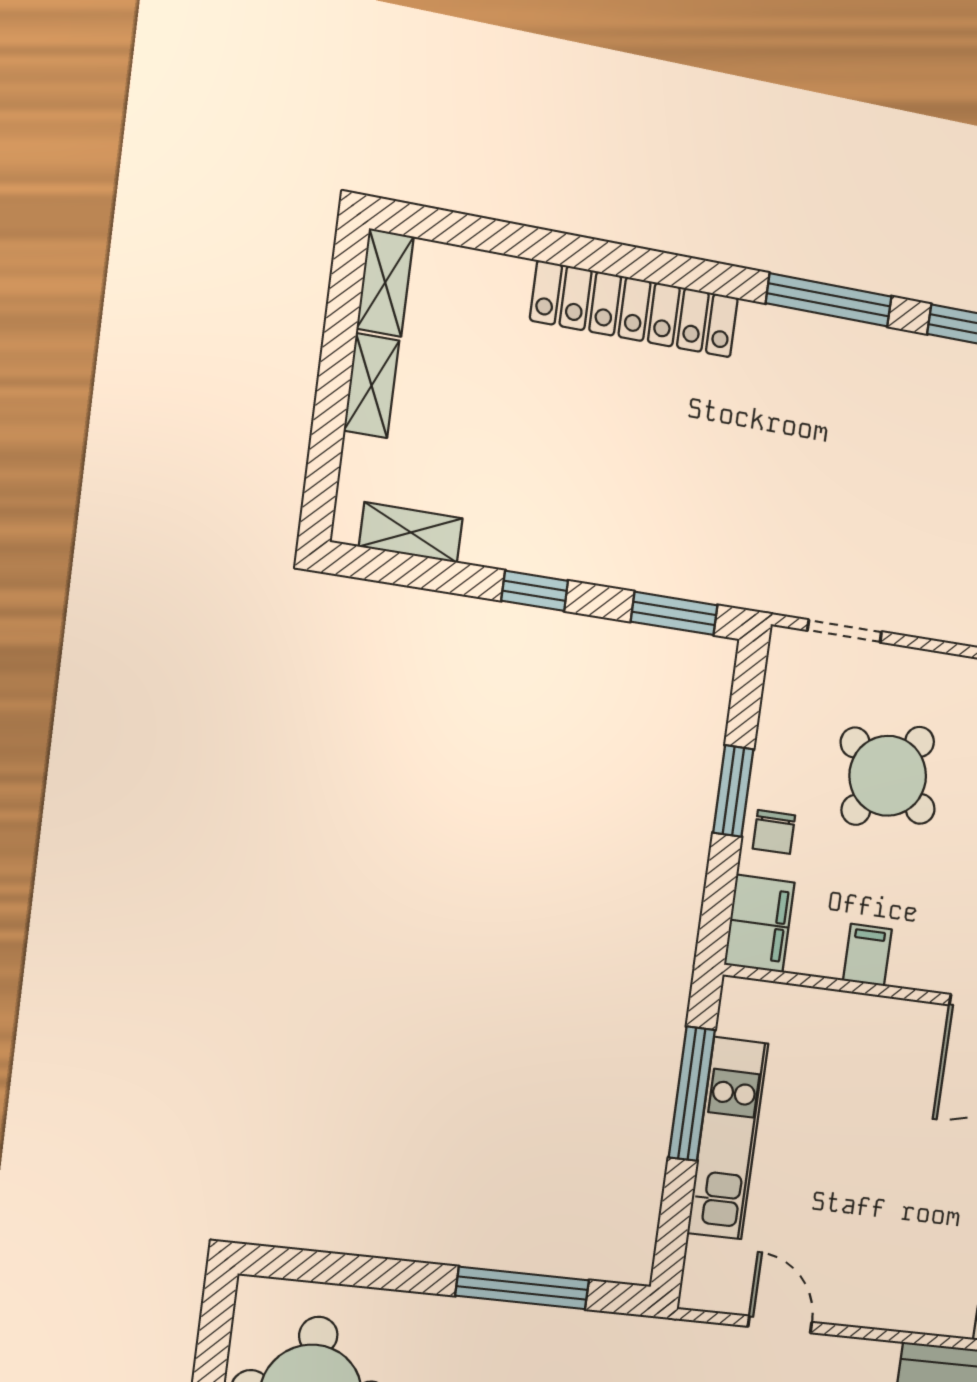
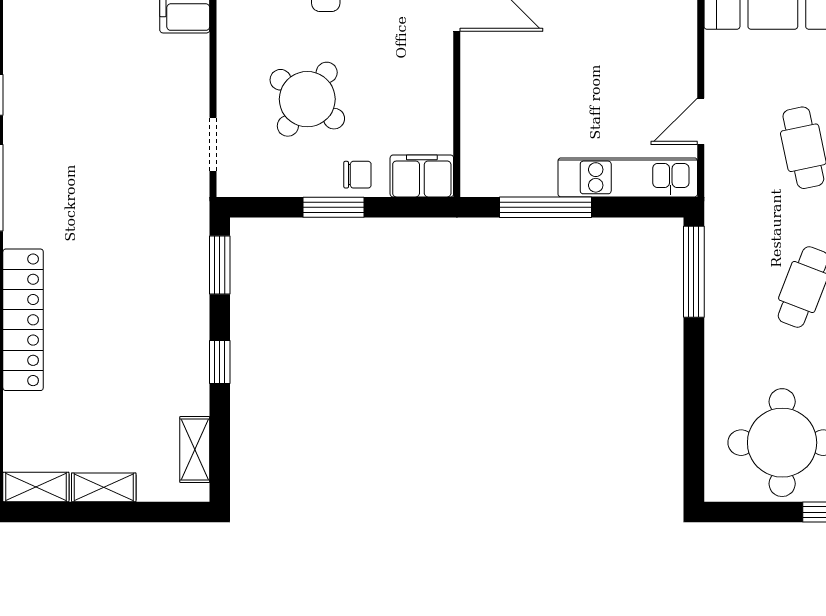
filing cabinet: (867, 955) -> (433, 96), removed
kitchen unit: (728, 1138) -> (628, 177), moved
window: (522, 1288) -> (694, 272), moved

